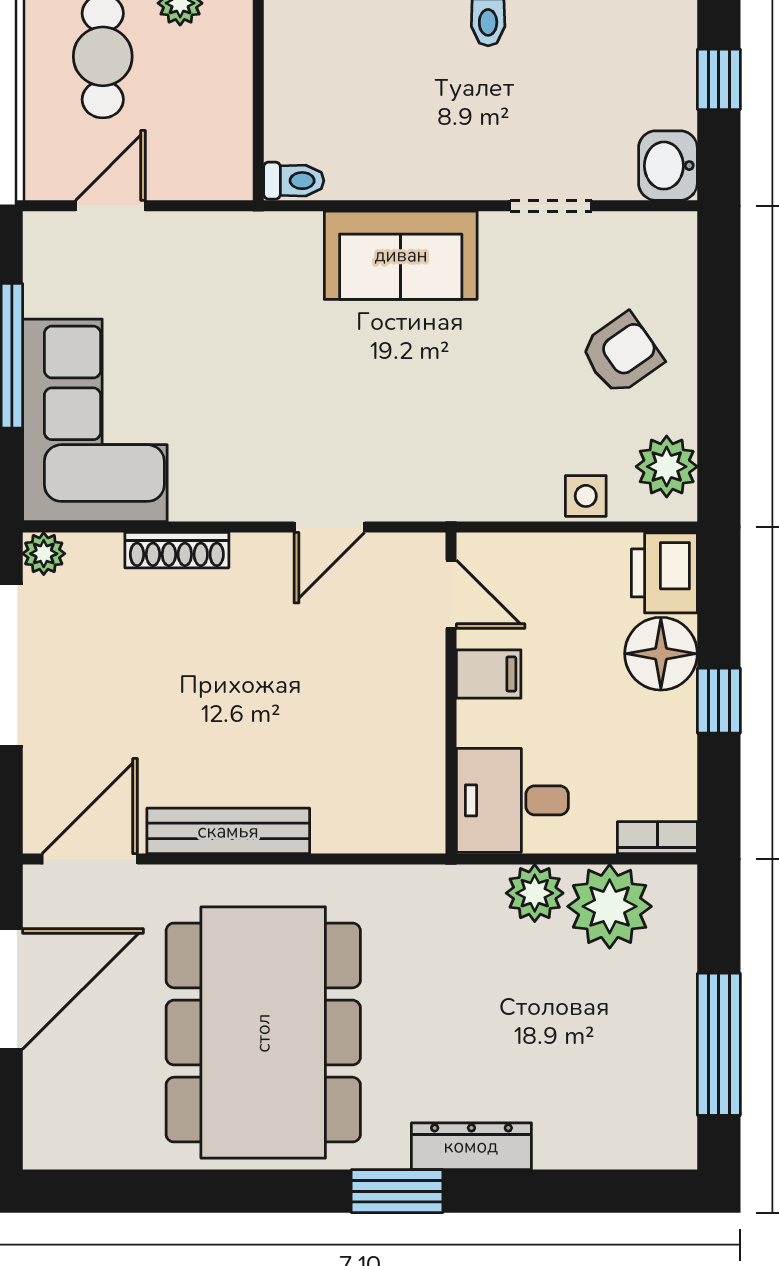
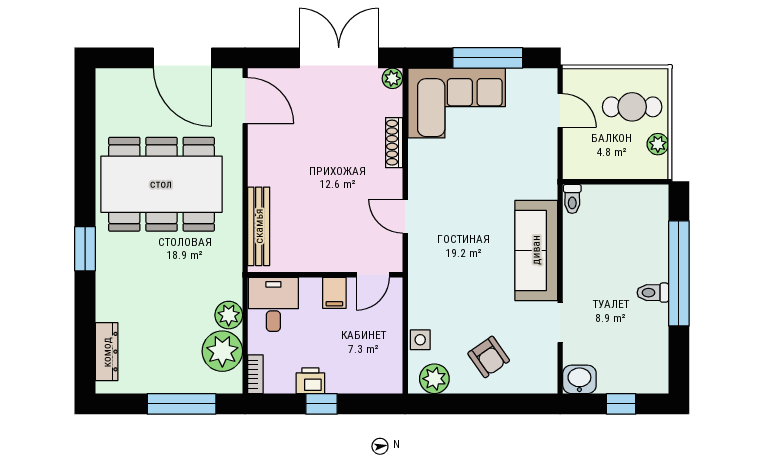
sofa: (401, 255) -> (536, 250), width x1.36
printer: (664, 573) -> (310, 381), moved, width x0.73, depth x0.81
floor lamp: (661, 654) -> (344, 376), removed
bench: (228, 831) -> (259, 226), moved
window: (719, 1044) -> (182, 404), moved
dresser: (471, 1146) -> (107, 352), moved

